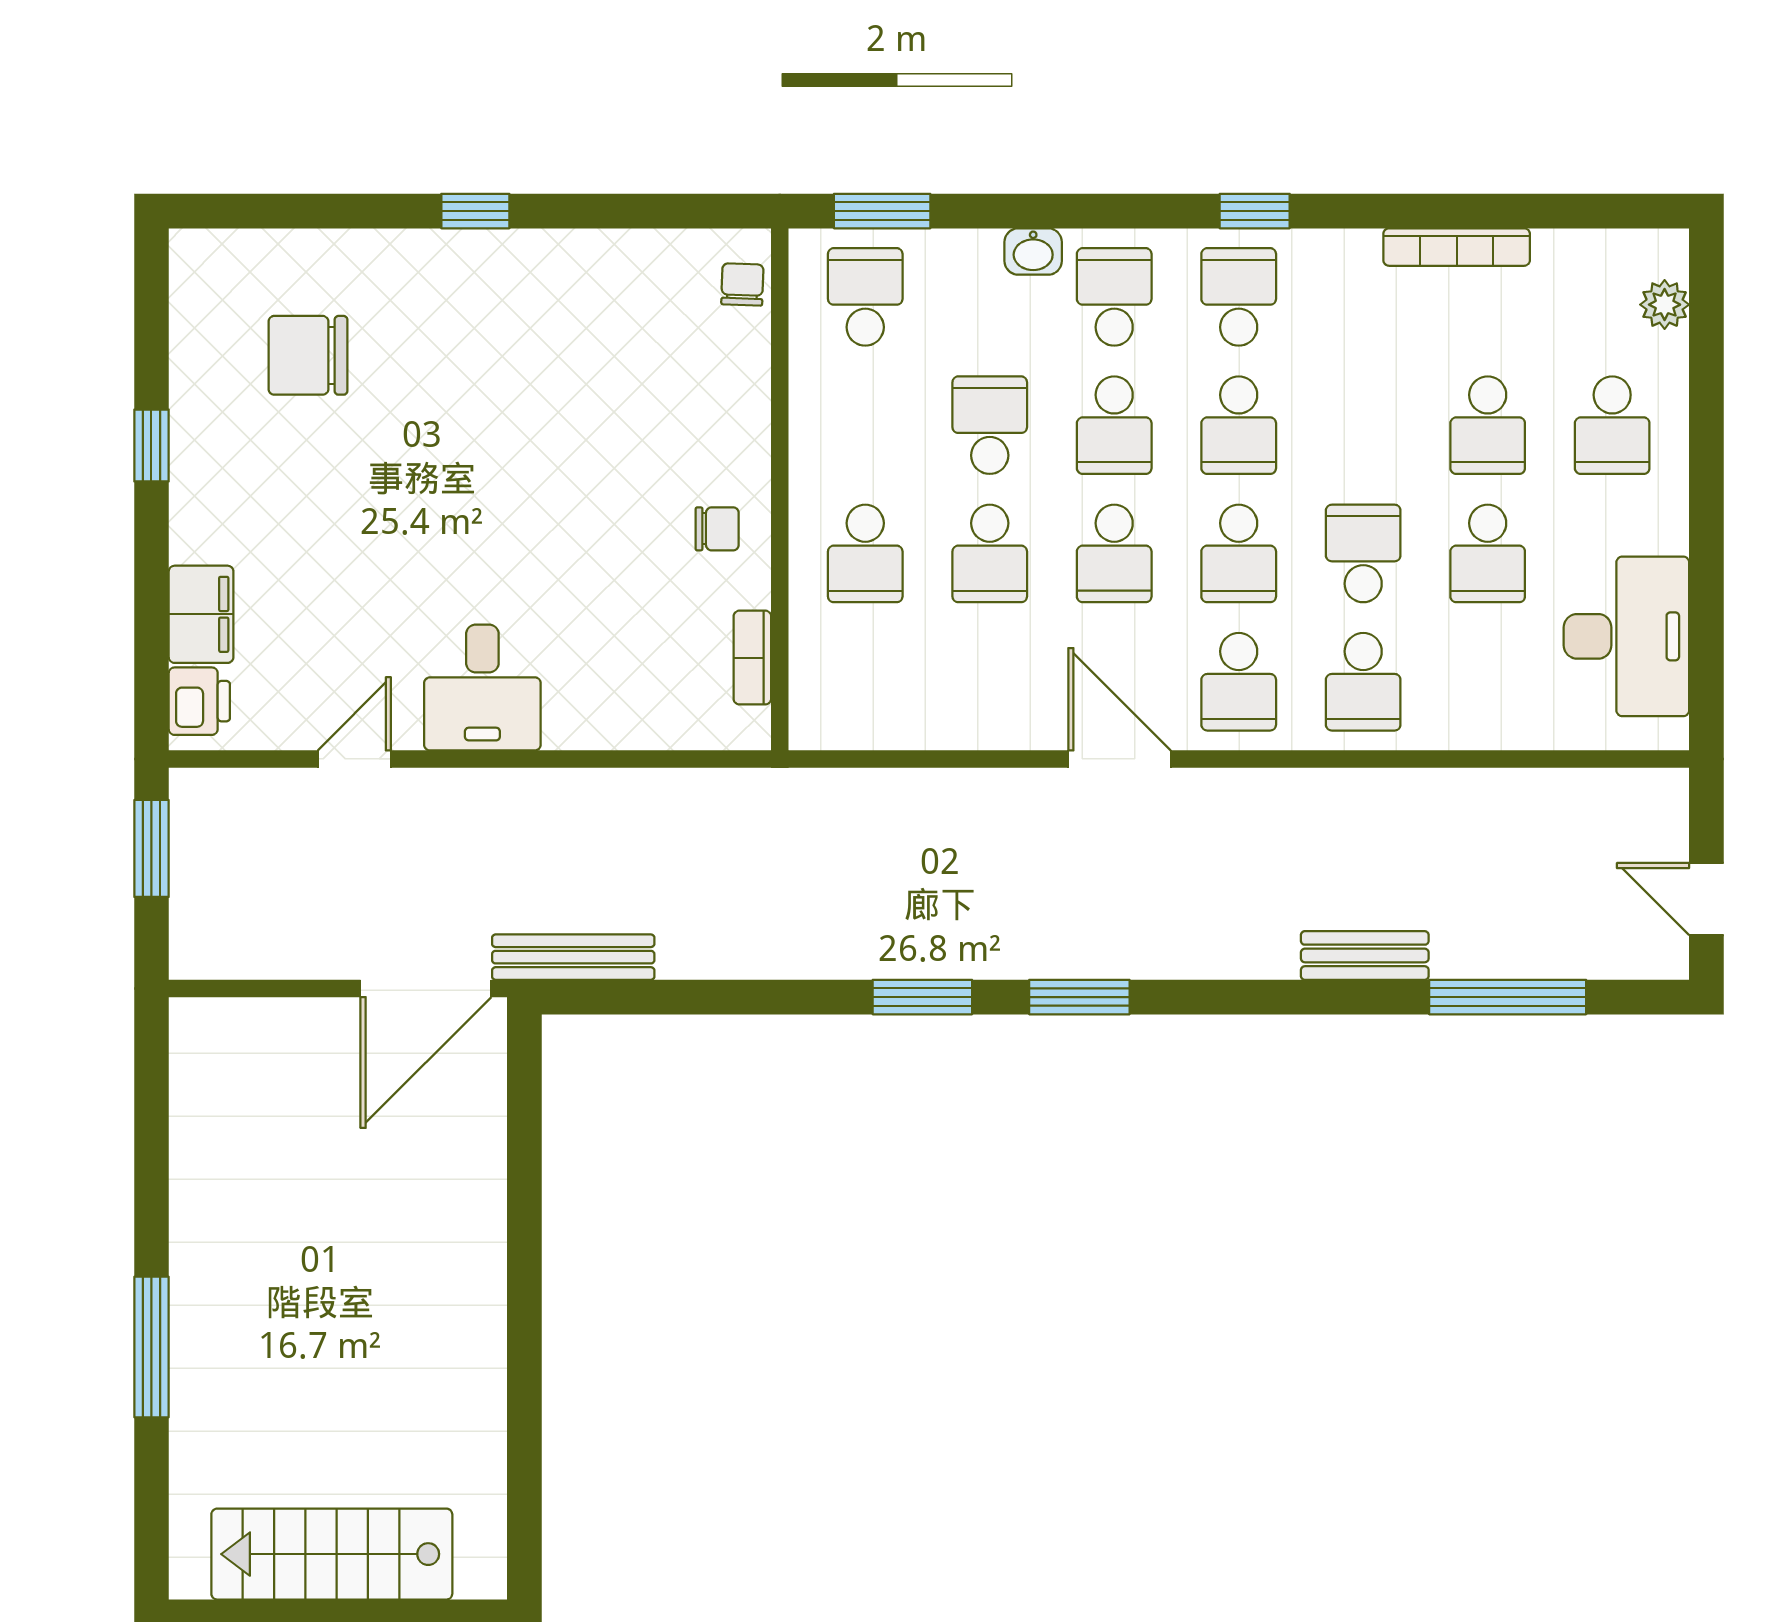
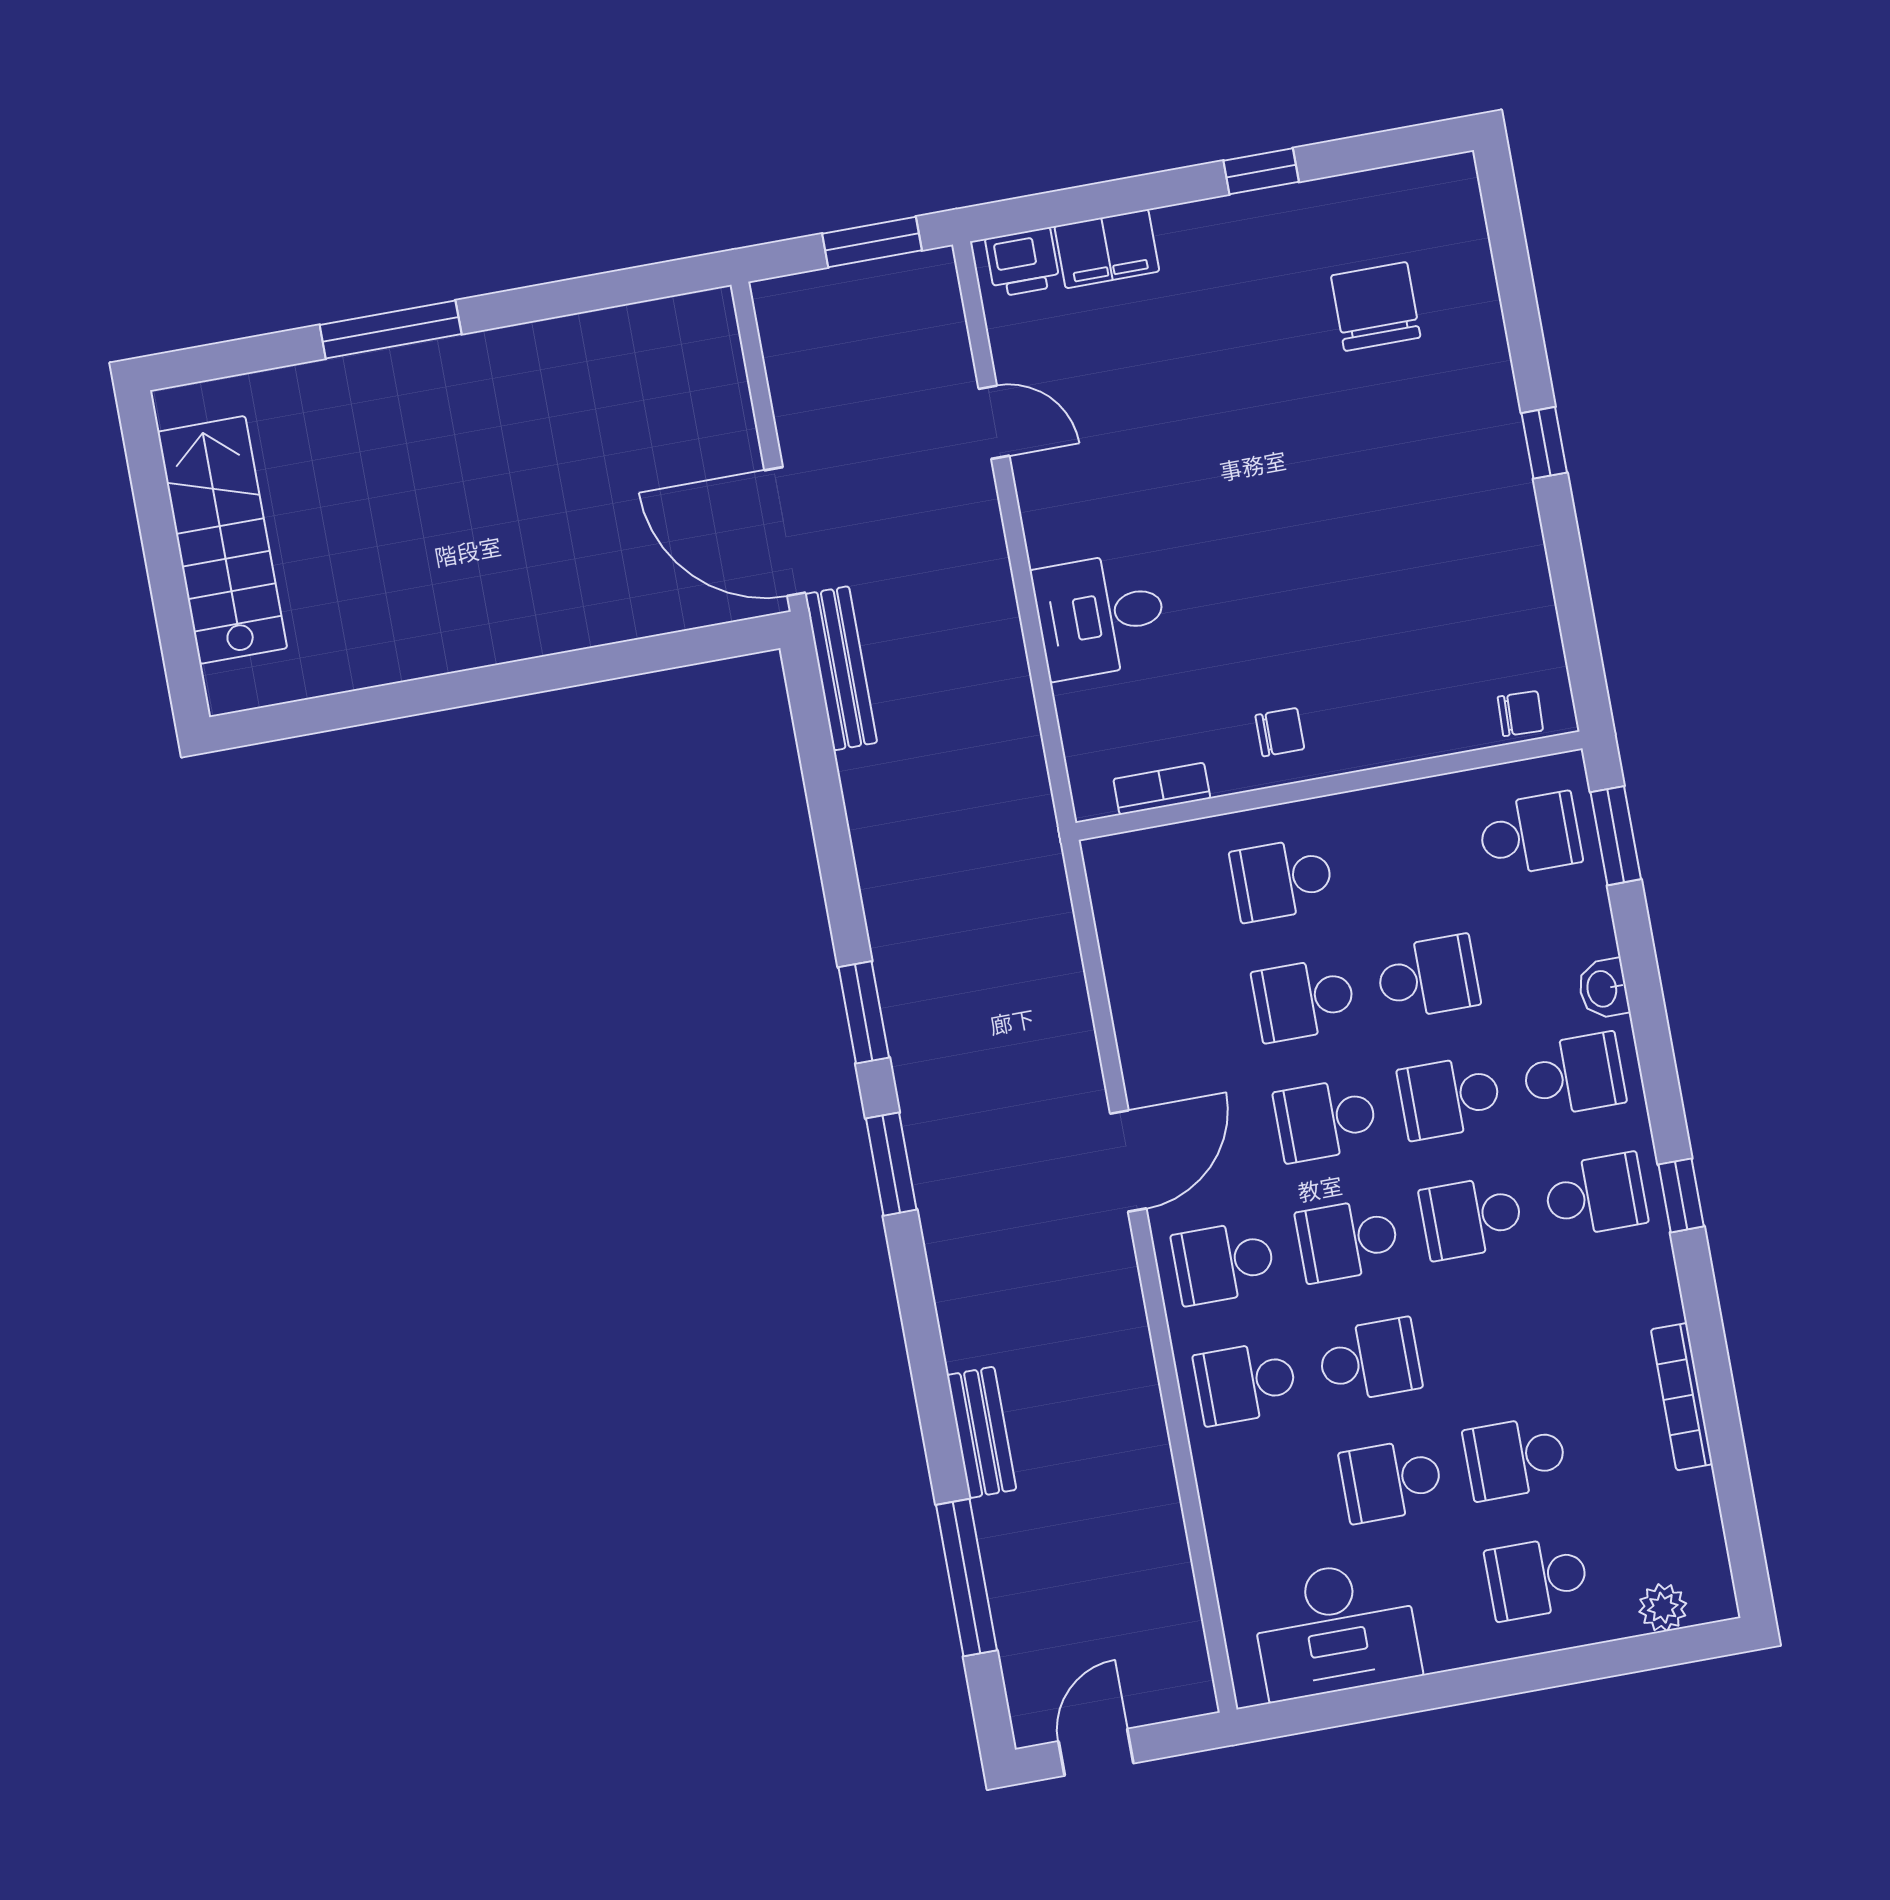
chair: (717, 529) -> (1280, 732), turned -90
desk: (482, 687) -> (1100, 615), moved

